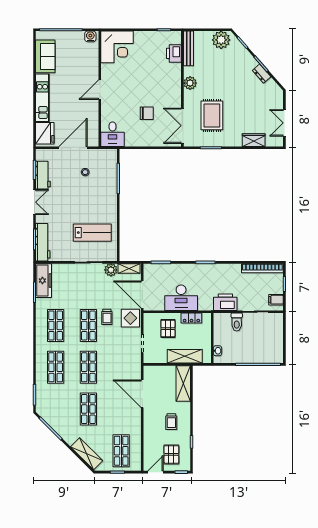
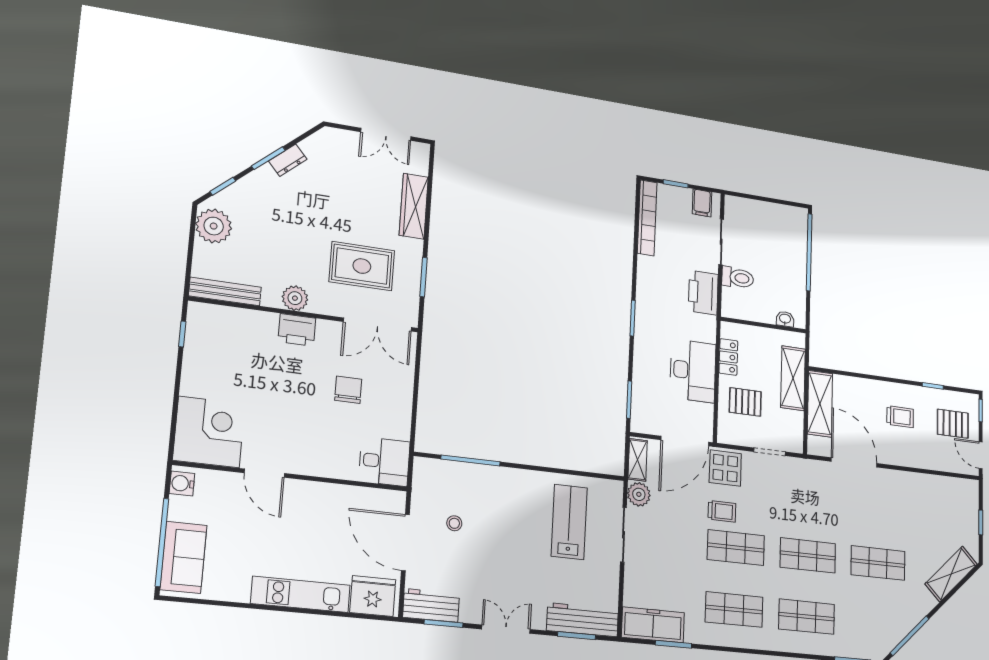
printer: (174, 53) -> (297, 330), moved
sofa: (45, 56) -> (183, 557), moved, turned 90
door: (100, 90) -> (264, 473), moved
wardrobe: (254, 140) -> (414, 206), width x1.50
workbench: (43, 175) -> (431, 605), moved
shelving: (183, 383) -> (820, 404), moved, turned 90
door: (142, 394) -> (854, 462), swing flipped
shop shelf: (121, 451) -> (947, 511), removed

